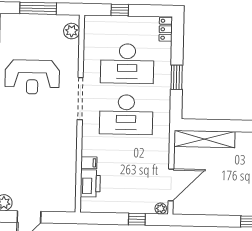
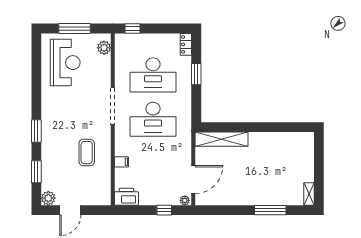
window: (120, 10) -> (132, 29), moved
reception desk: (32, 77) -> (65, 63), moved, turned -90
window: (177, 77) -> (196, 74), moved
coffee table: (49, 151) -> (87, 153), added
printer: (90, 183) -> (126, 197), moved, turned -90

